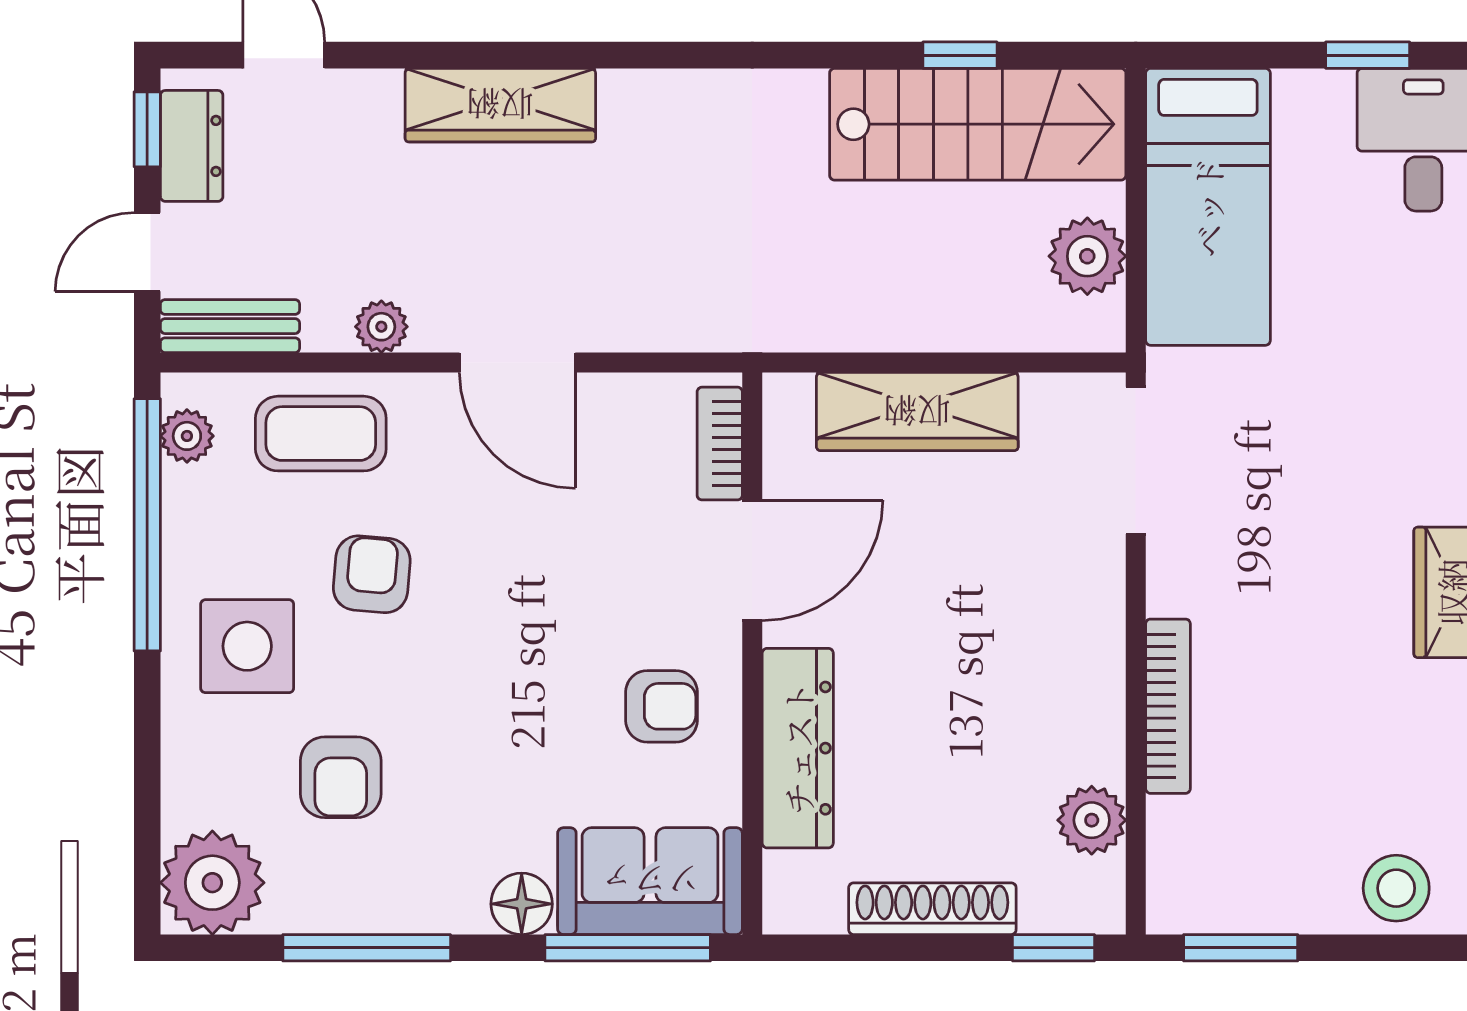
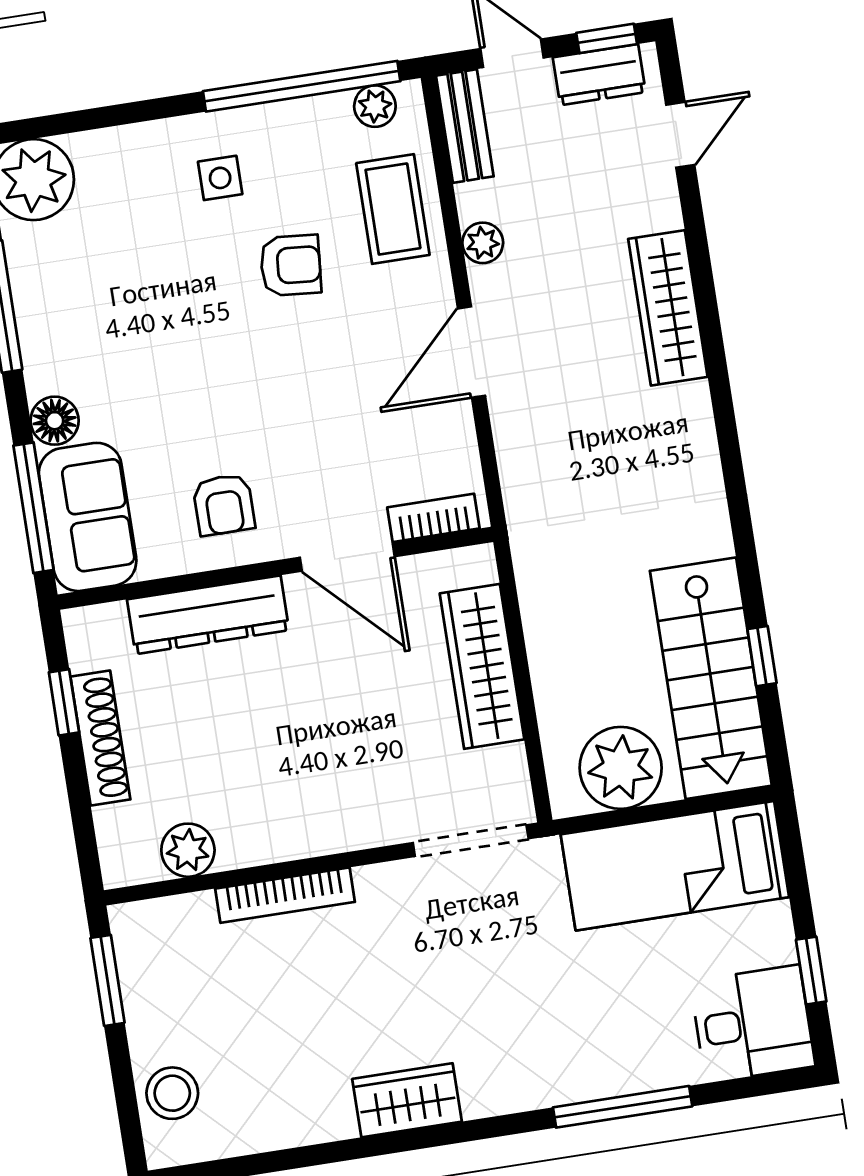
plant: (1087, 256) -> (621, 768), width x1.36, depth x1.36
side table: (247, 646) -> (220, 178), width x0.54, depth x0.54
armchair: (341, 777) -> (130, 266), removed
window: (1054, 948) -> (64, 702), moved

